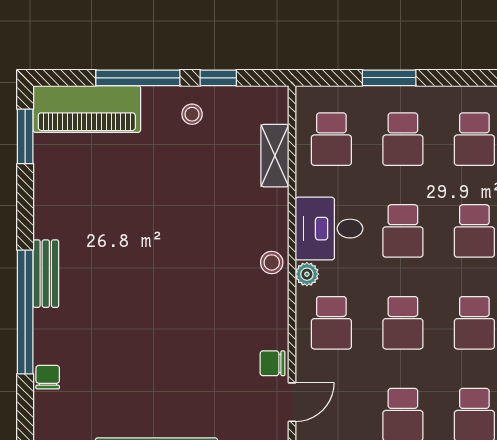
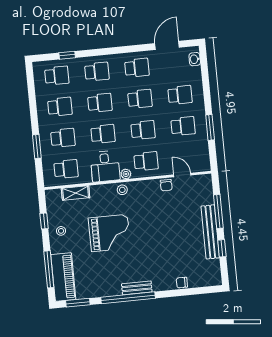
window: (138, 78) -> (49, 269), moved
grand piano: (176, 224) -> (110, 233), added
window: (25, 312) -> (128, 298), moved

